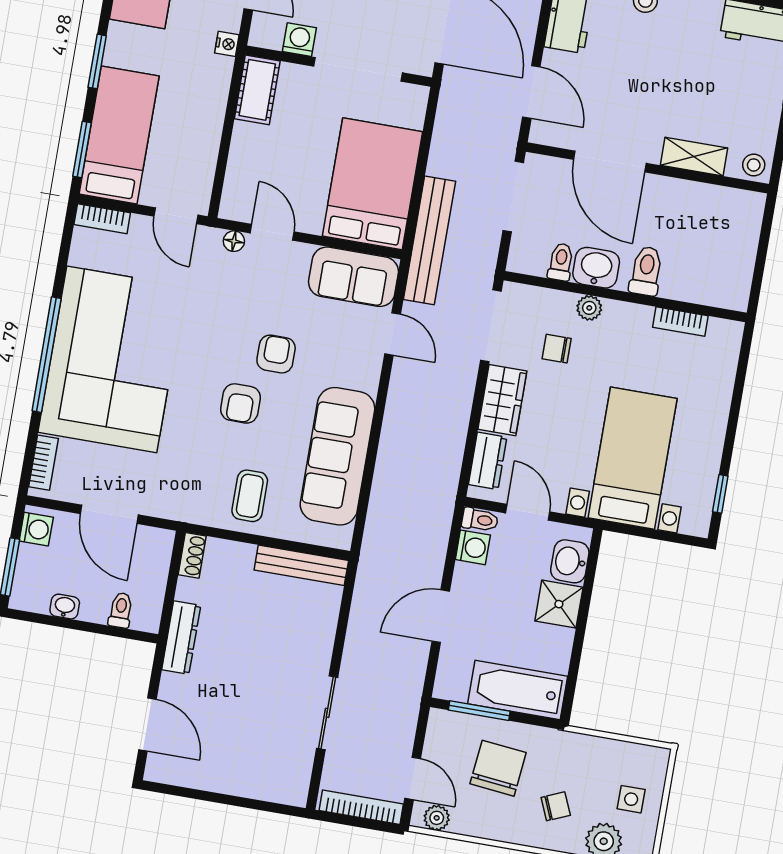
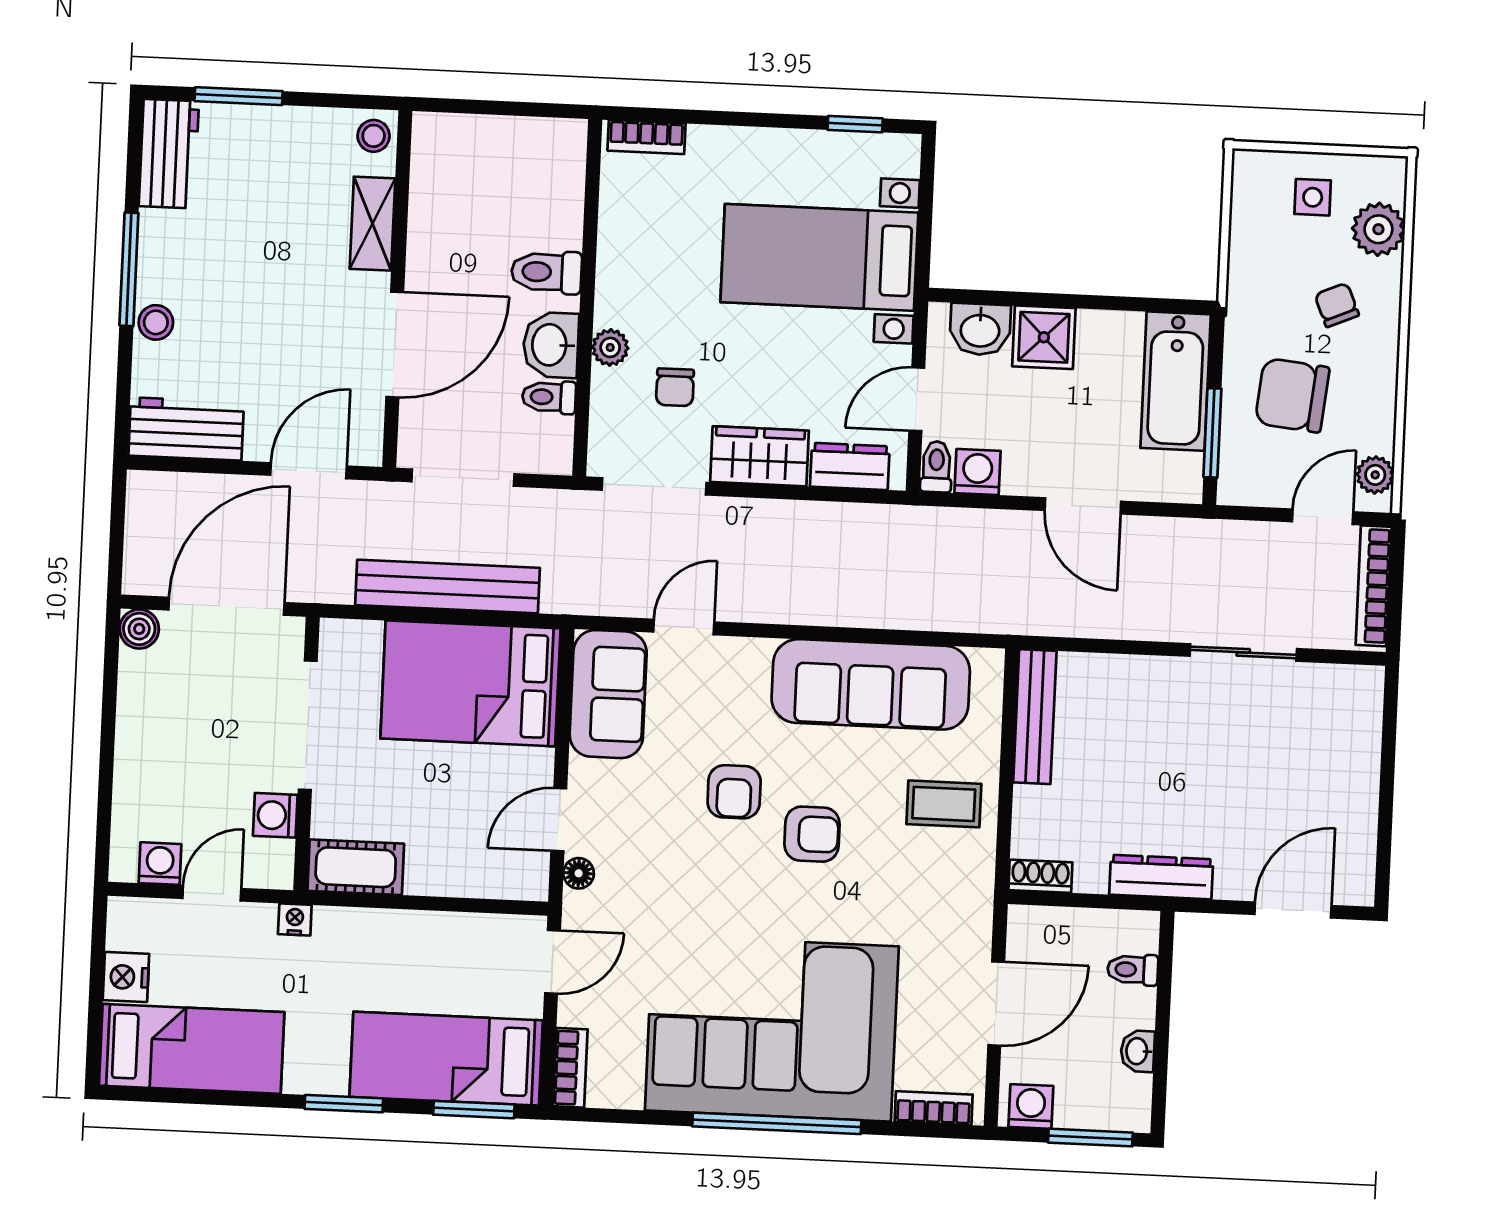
bench: (429, 240) -> (448, 587), moved
bookcase: (680, 322) -> (646, 137), moved, turned 90
armchair: (276, 354) -> (734, 792), turned -90

